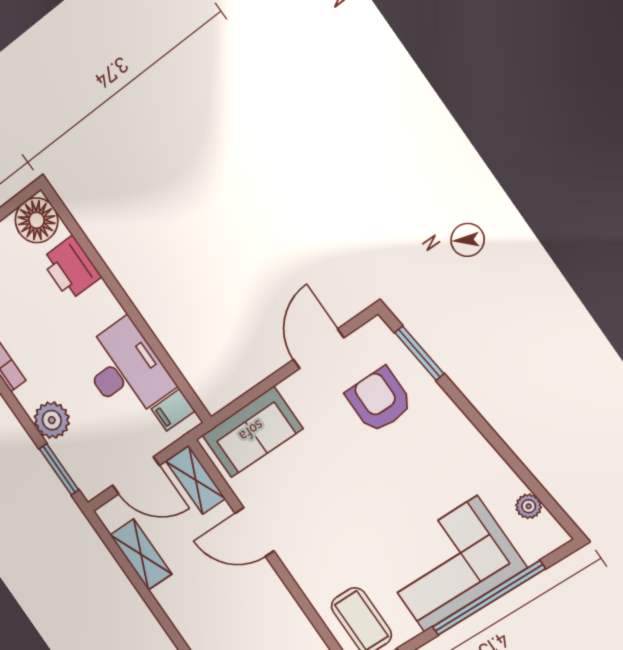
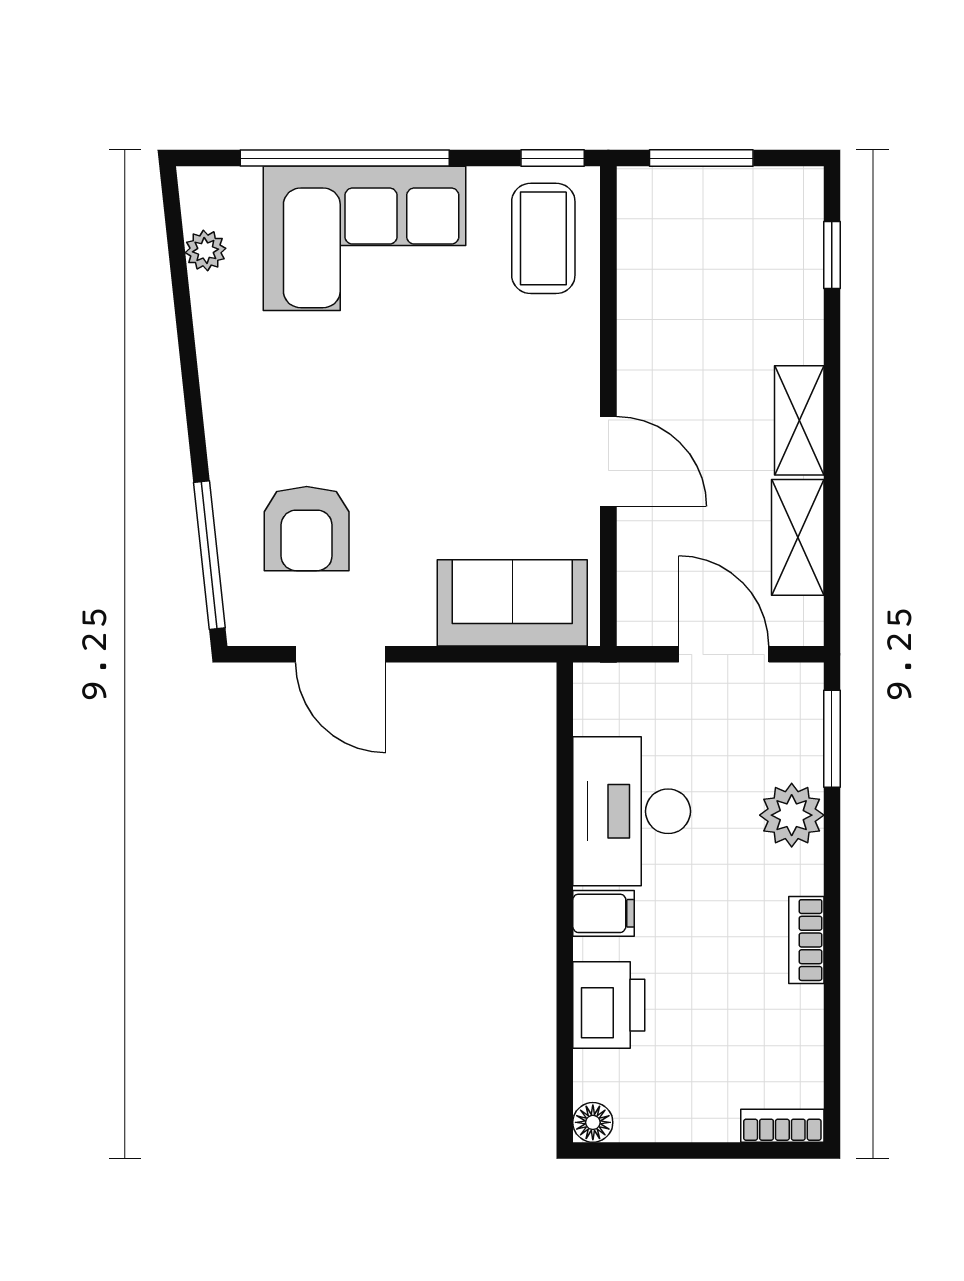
floor lamp: (37, 220) -> (593, 1122), width x0.53, depth x0.53
door: (319, 349) -> (340, 654), hinge flipped
window: (419, 353) -> (209, 555), width x1.44
filing cabinet: (173, 410) -> (604, 913), moved
shelving: (196, 480) -> (799, 420), moved

